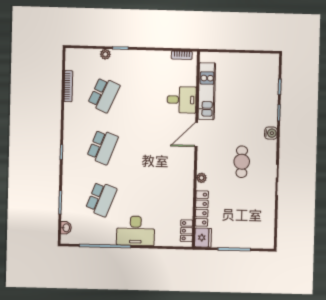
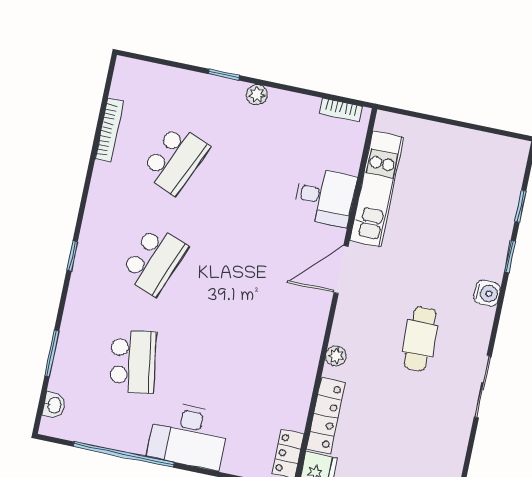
plant: (105, 54) -> (257, 95), moved
school desk: (101, 199) -> (133, 361), turned -30

